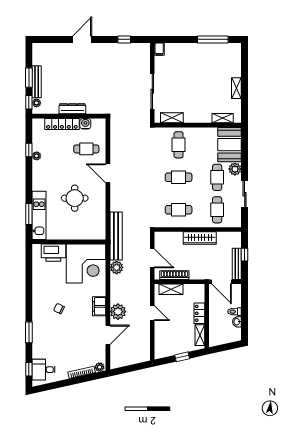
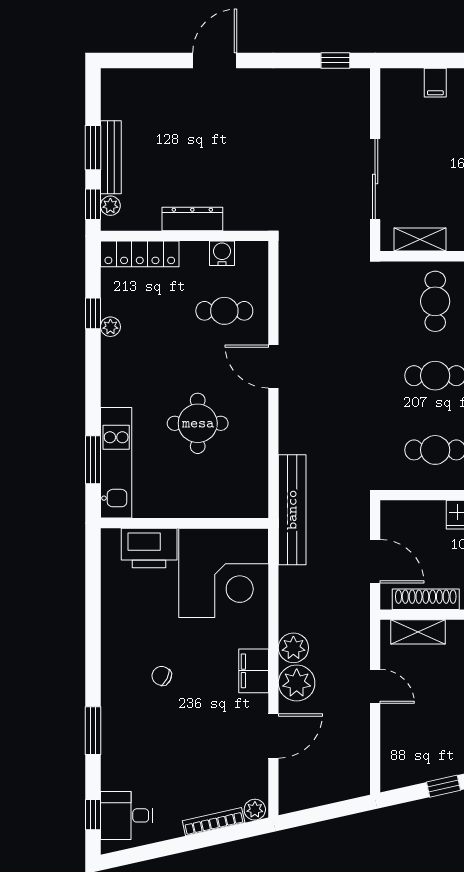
window: (124, 39) -> (335, 60), moved
filing cabinet: (159, 49) -> (435, 83), moved
locker: (62, 124) -> (140, 254), moved
plant: (117, 267) -> (293, 648), moved

